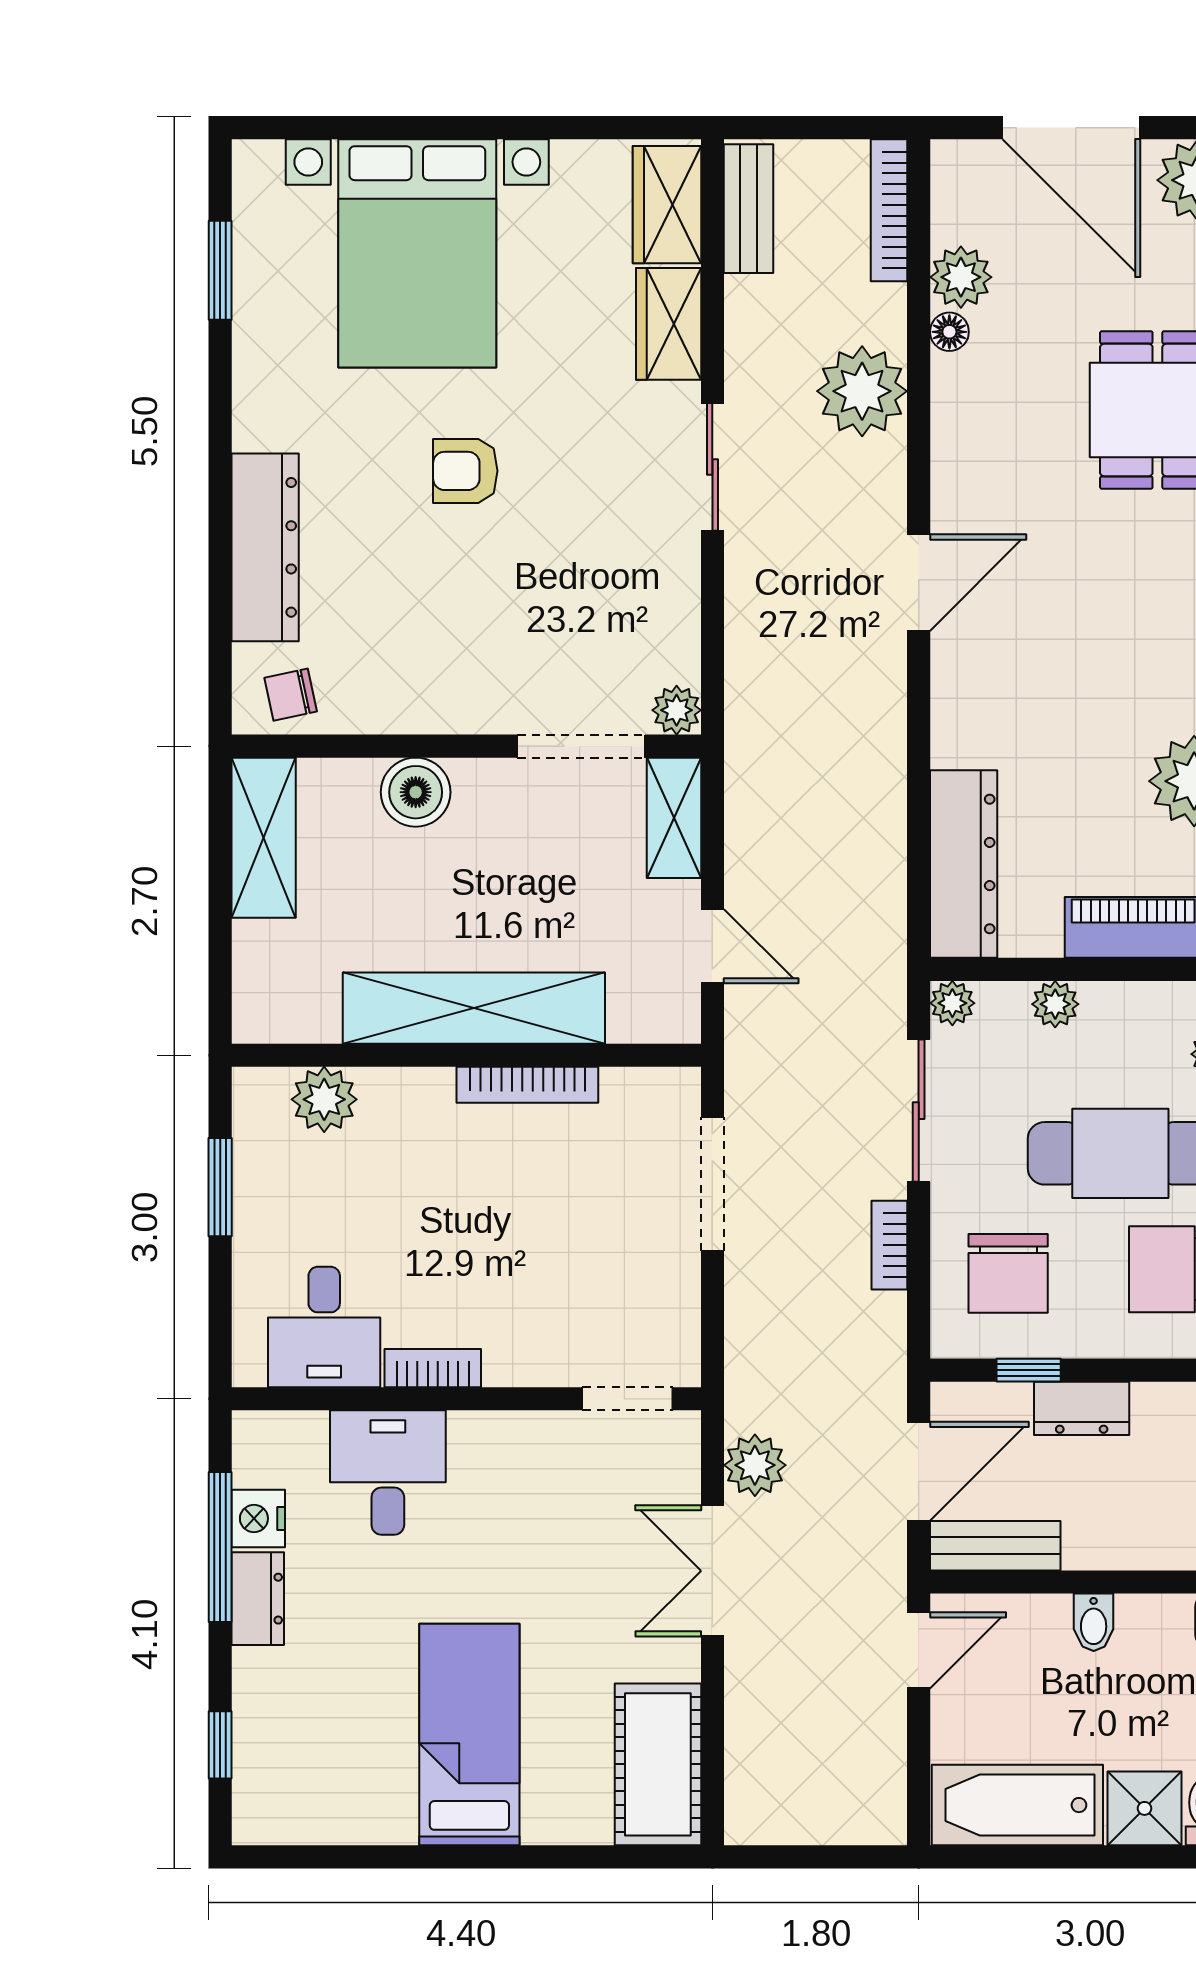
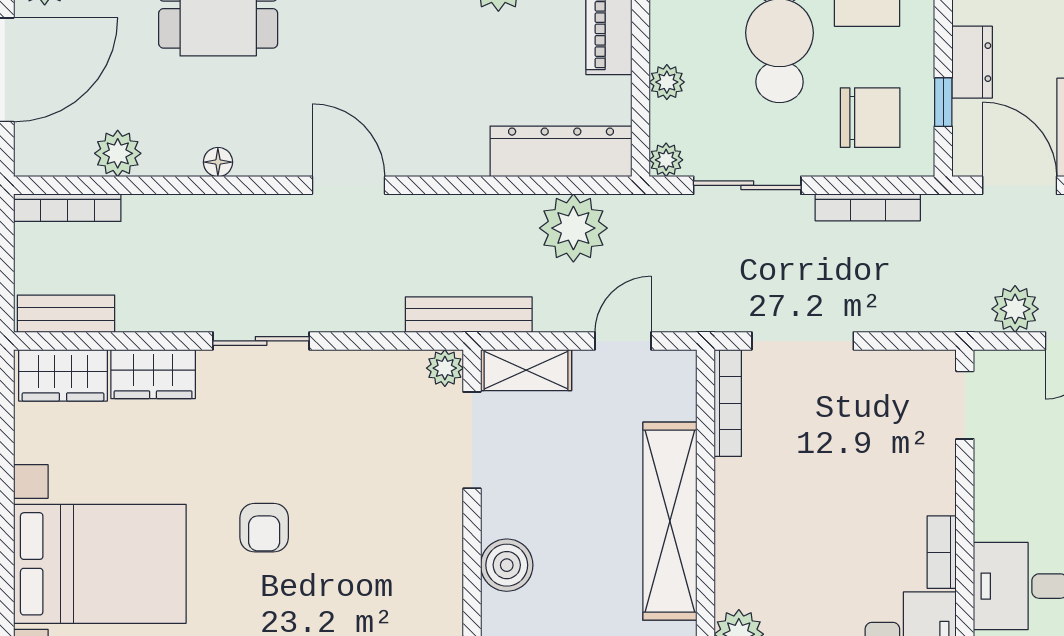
floor lamp: (949, 332) -> (218, 162), moved
plant: (862, 391) -> (573, 228), moved
bench: (747, 742) -> (469, 315), added
bookcase: (527, 1085) -> (728, 403), moved
bookcase: (889, 1245) -> (868, 207), width x1.56

